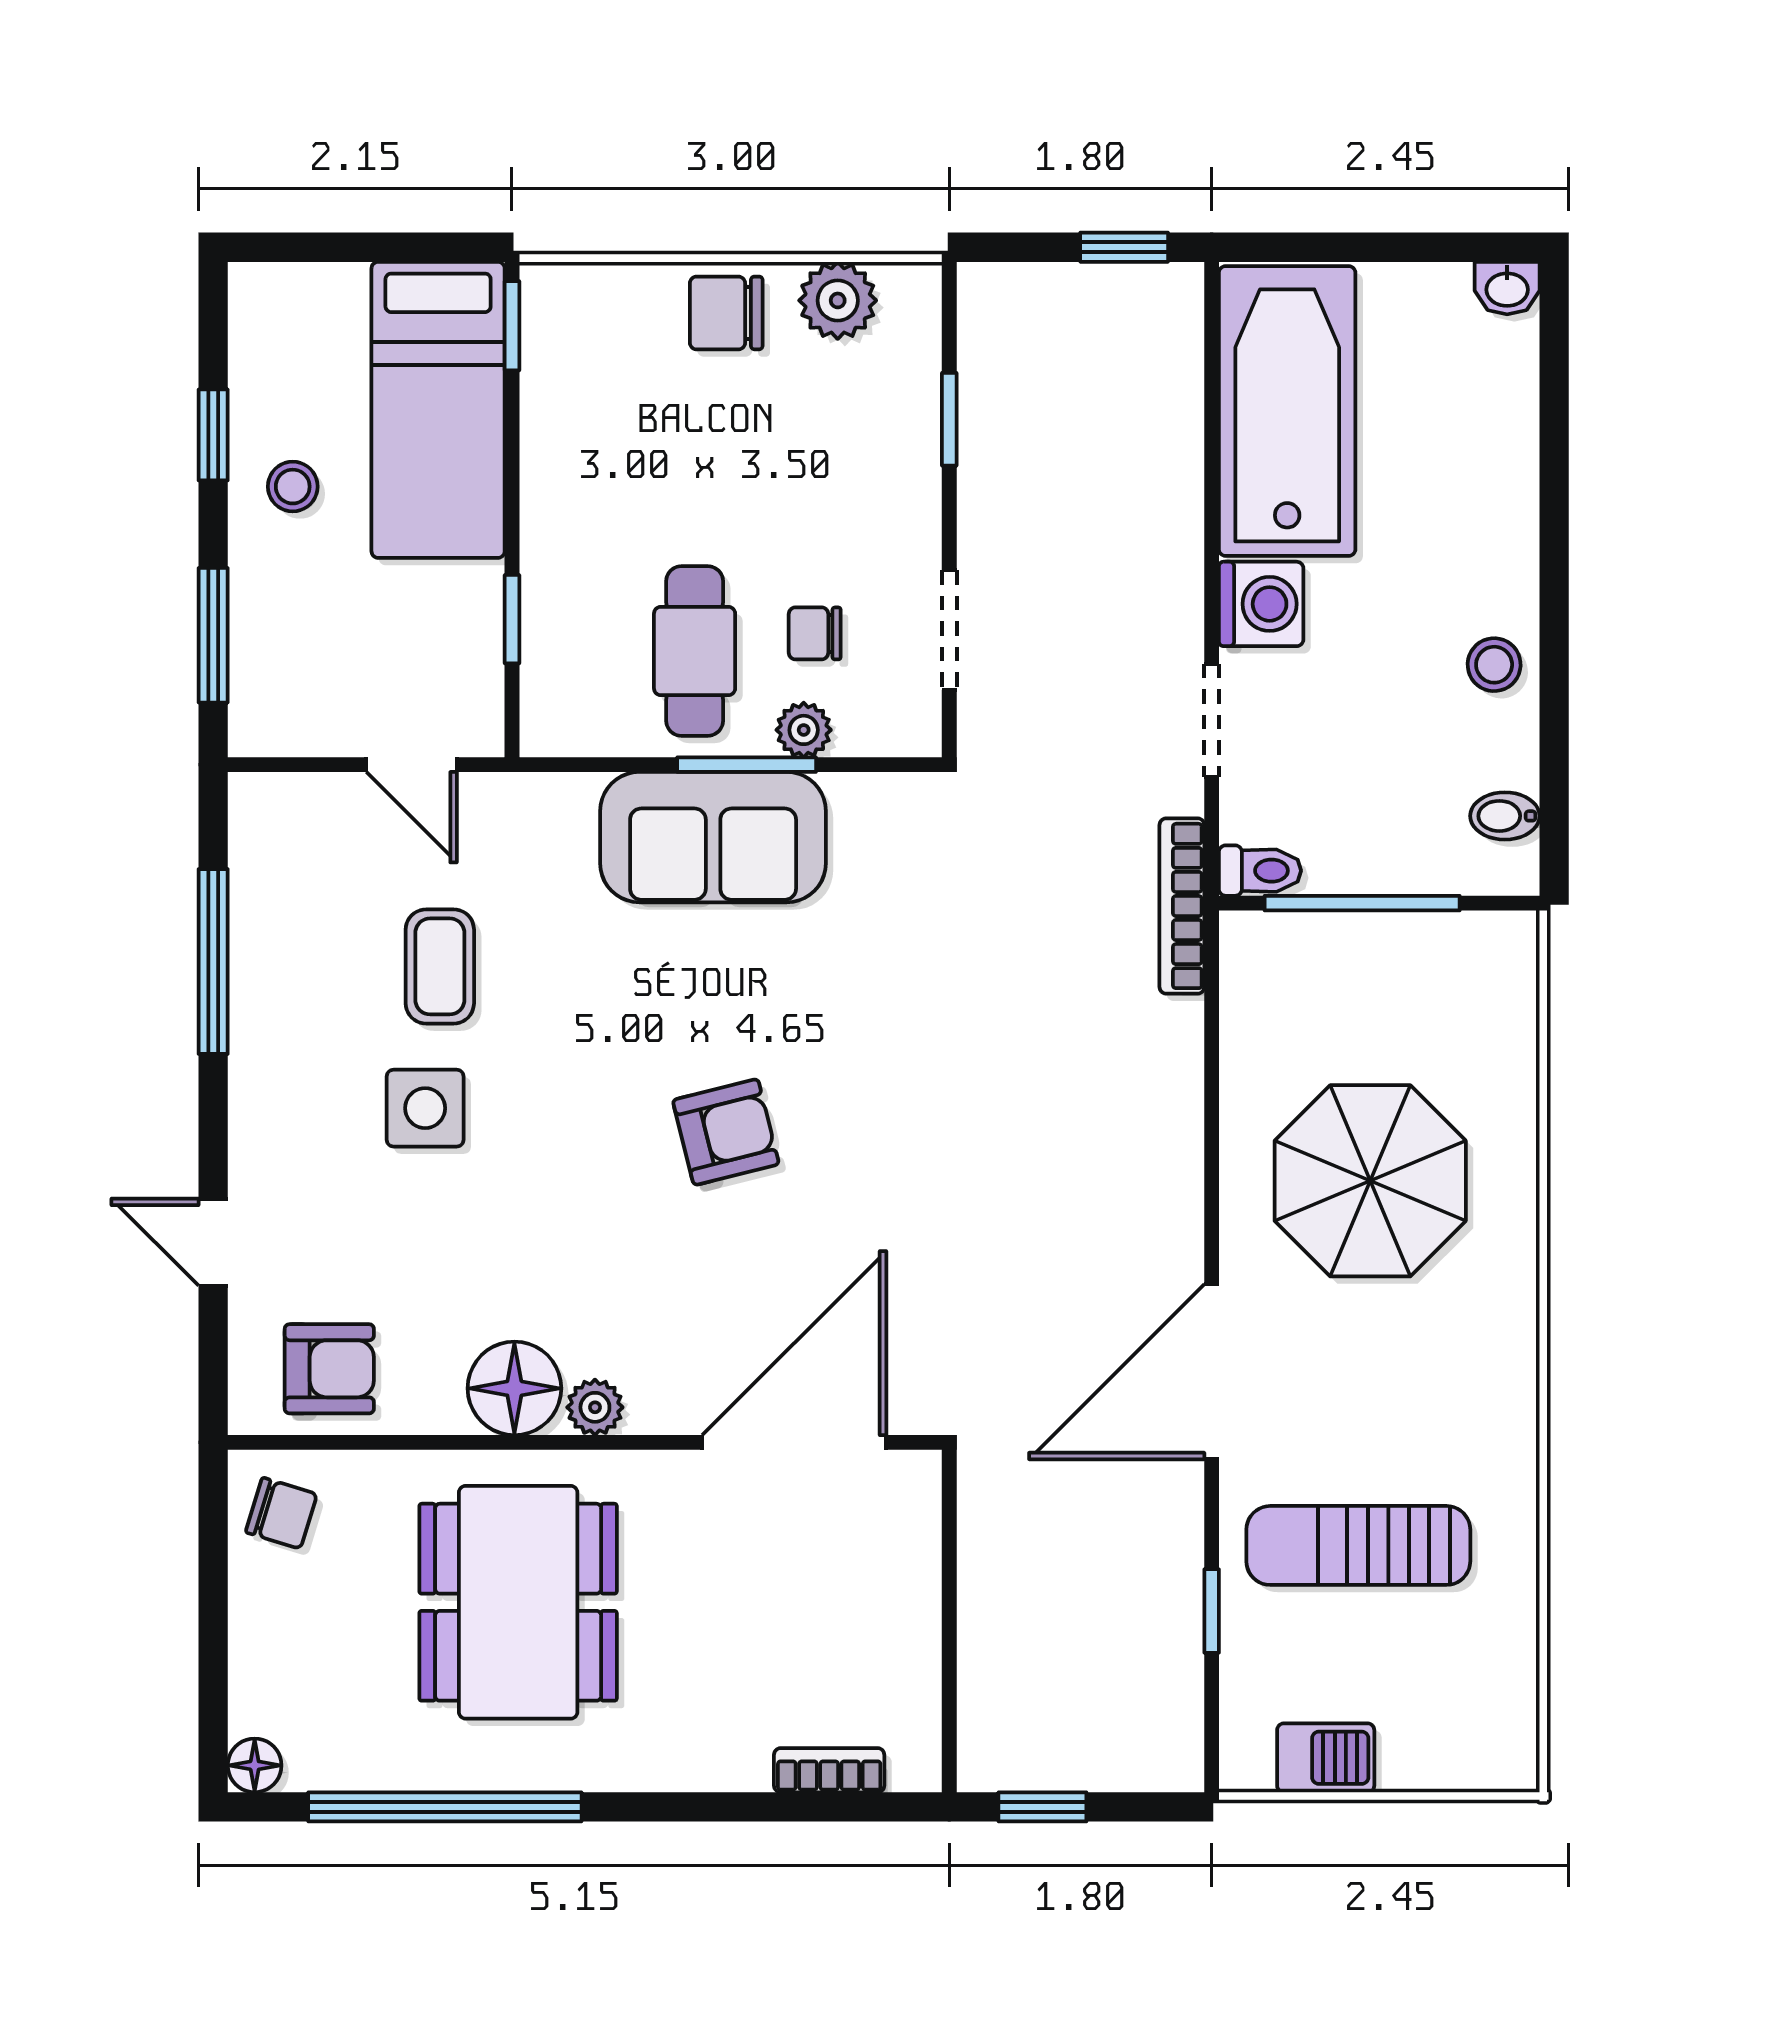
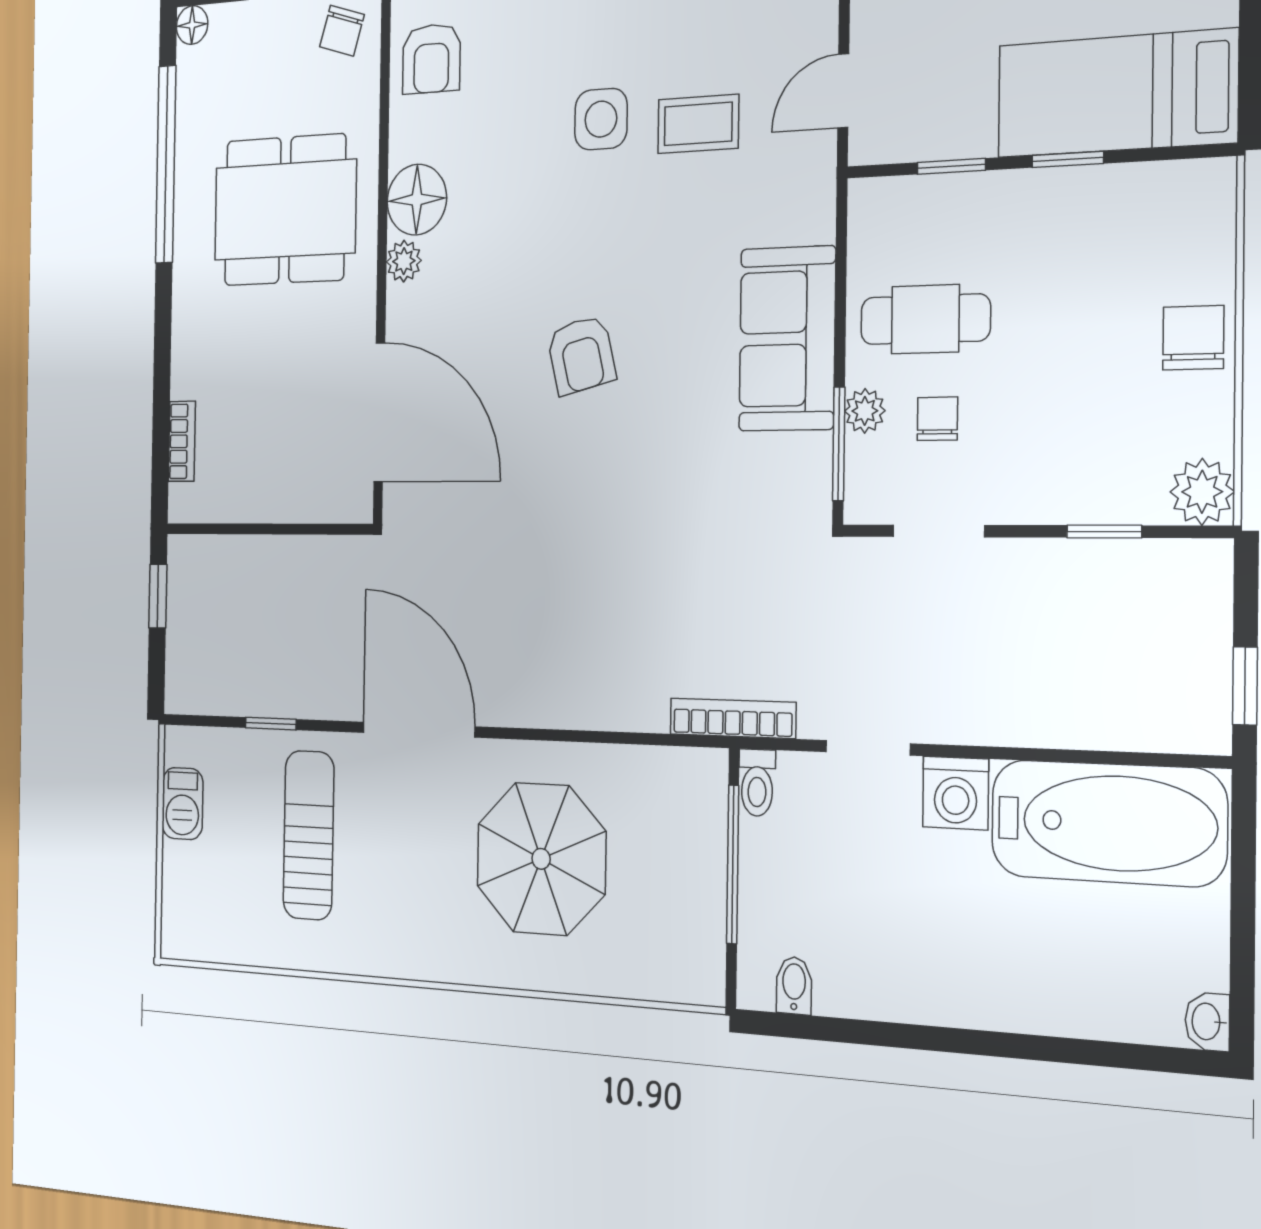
plant: (838, 300) -> (1202, 492), moved
window: (512, 326) -> (1068, 159), moved
stool: (1494, 665) -> (907, 986), removed
window: (747, 765) -> (839, 444), moved

